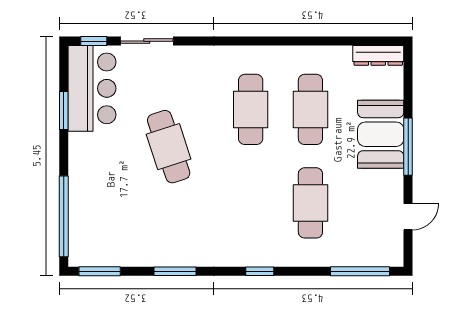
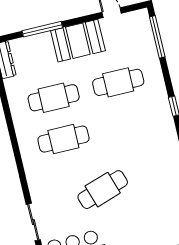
booth: (381, 134) -> (78, 41), moved
window: (408, 147) -> (42, 29), moved

